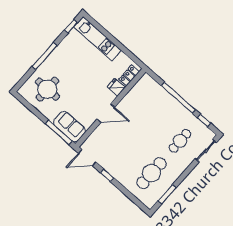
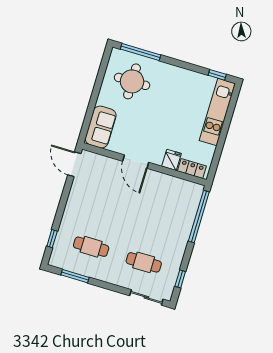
window: (45, 56) -> (141, 52), moved
window: (178, 98) -> (199, 216), moved
window: (59, 132) -> (88, 118), removed
cafe table: (151, 173) -> (91, 247), width x0.73, depth x0.74
window: (107, 175) -> (52, 239), moved

